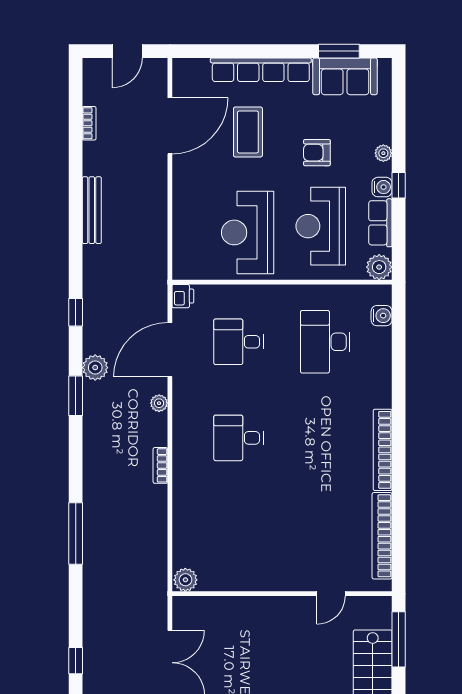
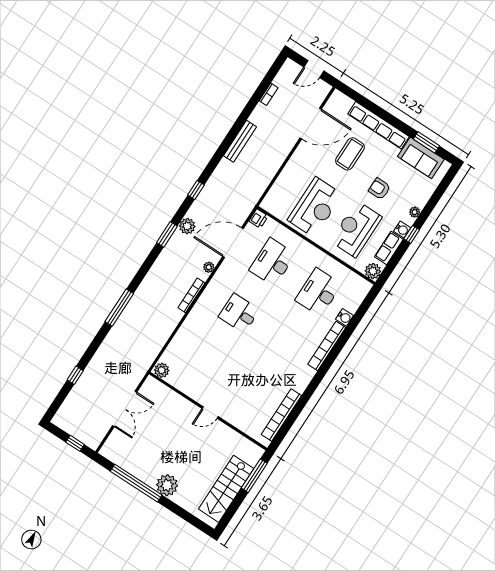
reception desk: (248, 232) -> (315, 207), turned 180
water cooler: (382, 316) -> (345, 317), moved
desk: (239, 342) -> (272, 262), width x1.37
bookcase: (383, 450) -> (327, 346), moved
bookcase: (160, 465) -> (191, 295), width x1.56
door: (331, 594) -> (210, 412), moved

